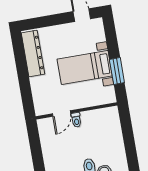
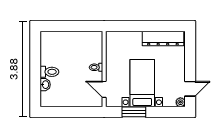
plant: (98, 23) -> (180, 102), added
door: (61, 113) -> (104, 89), moved

